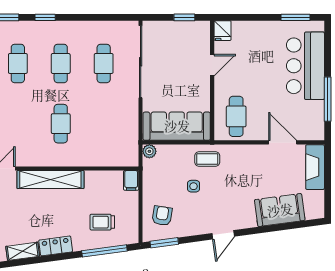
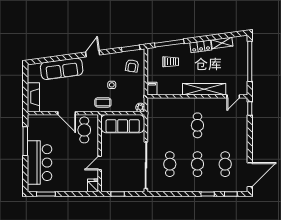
door: (283, 142) -> (67, 113), moved
sofa: (280, 210) -> (62, 69), width x1.36

